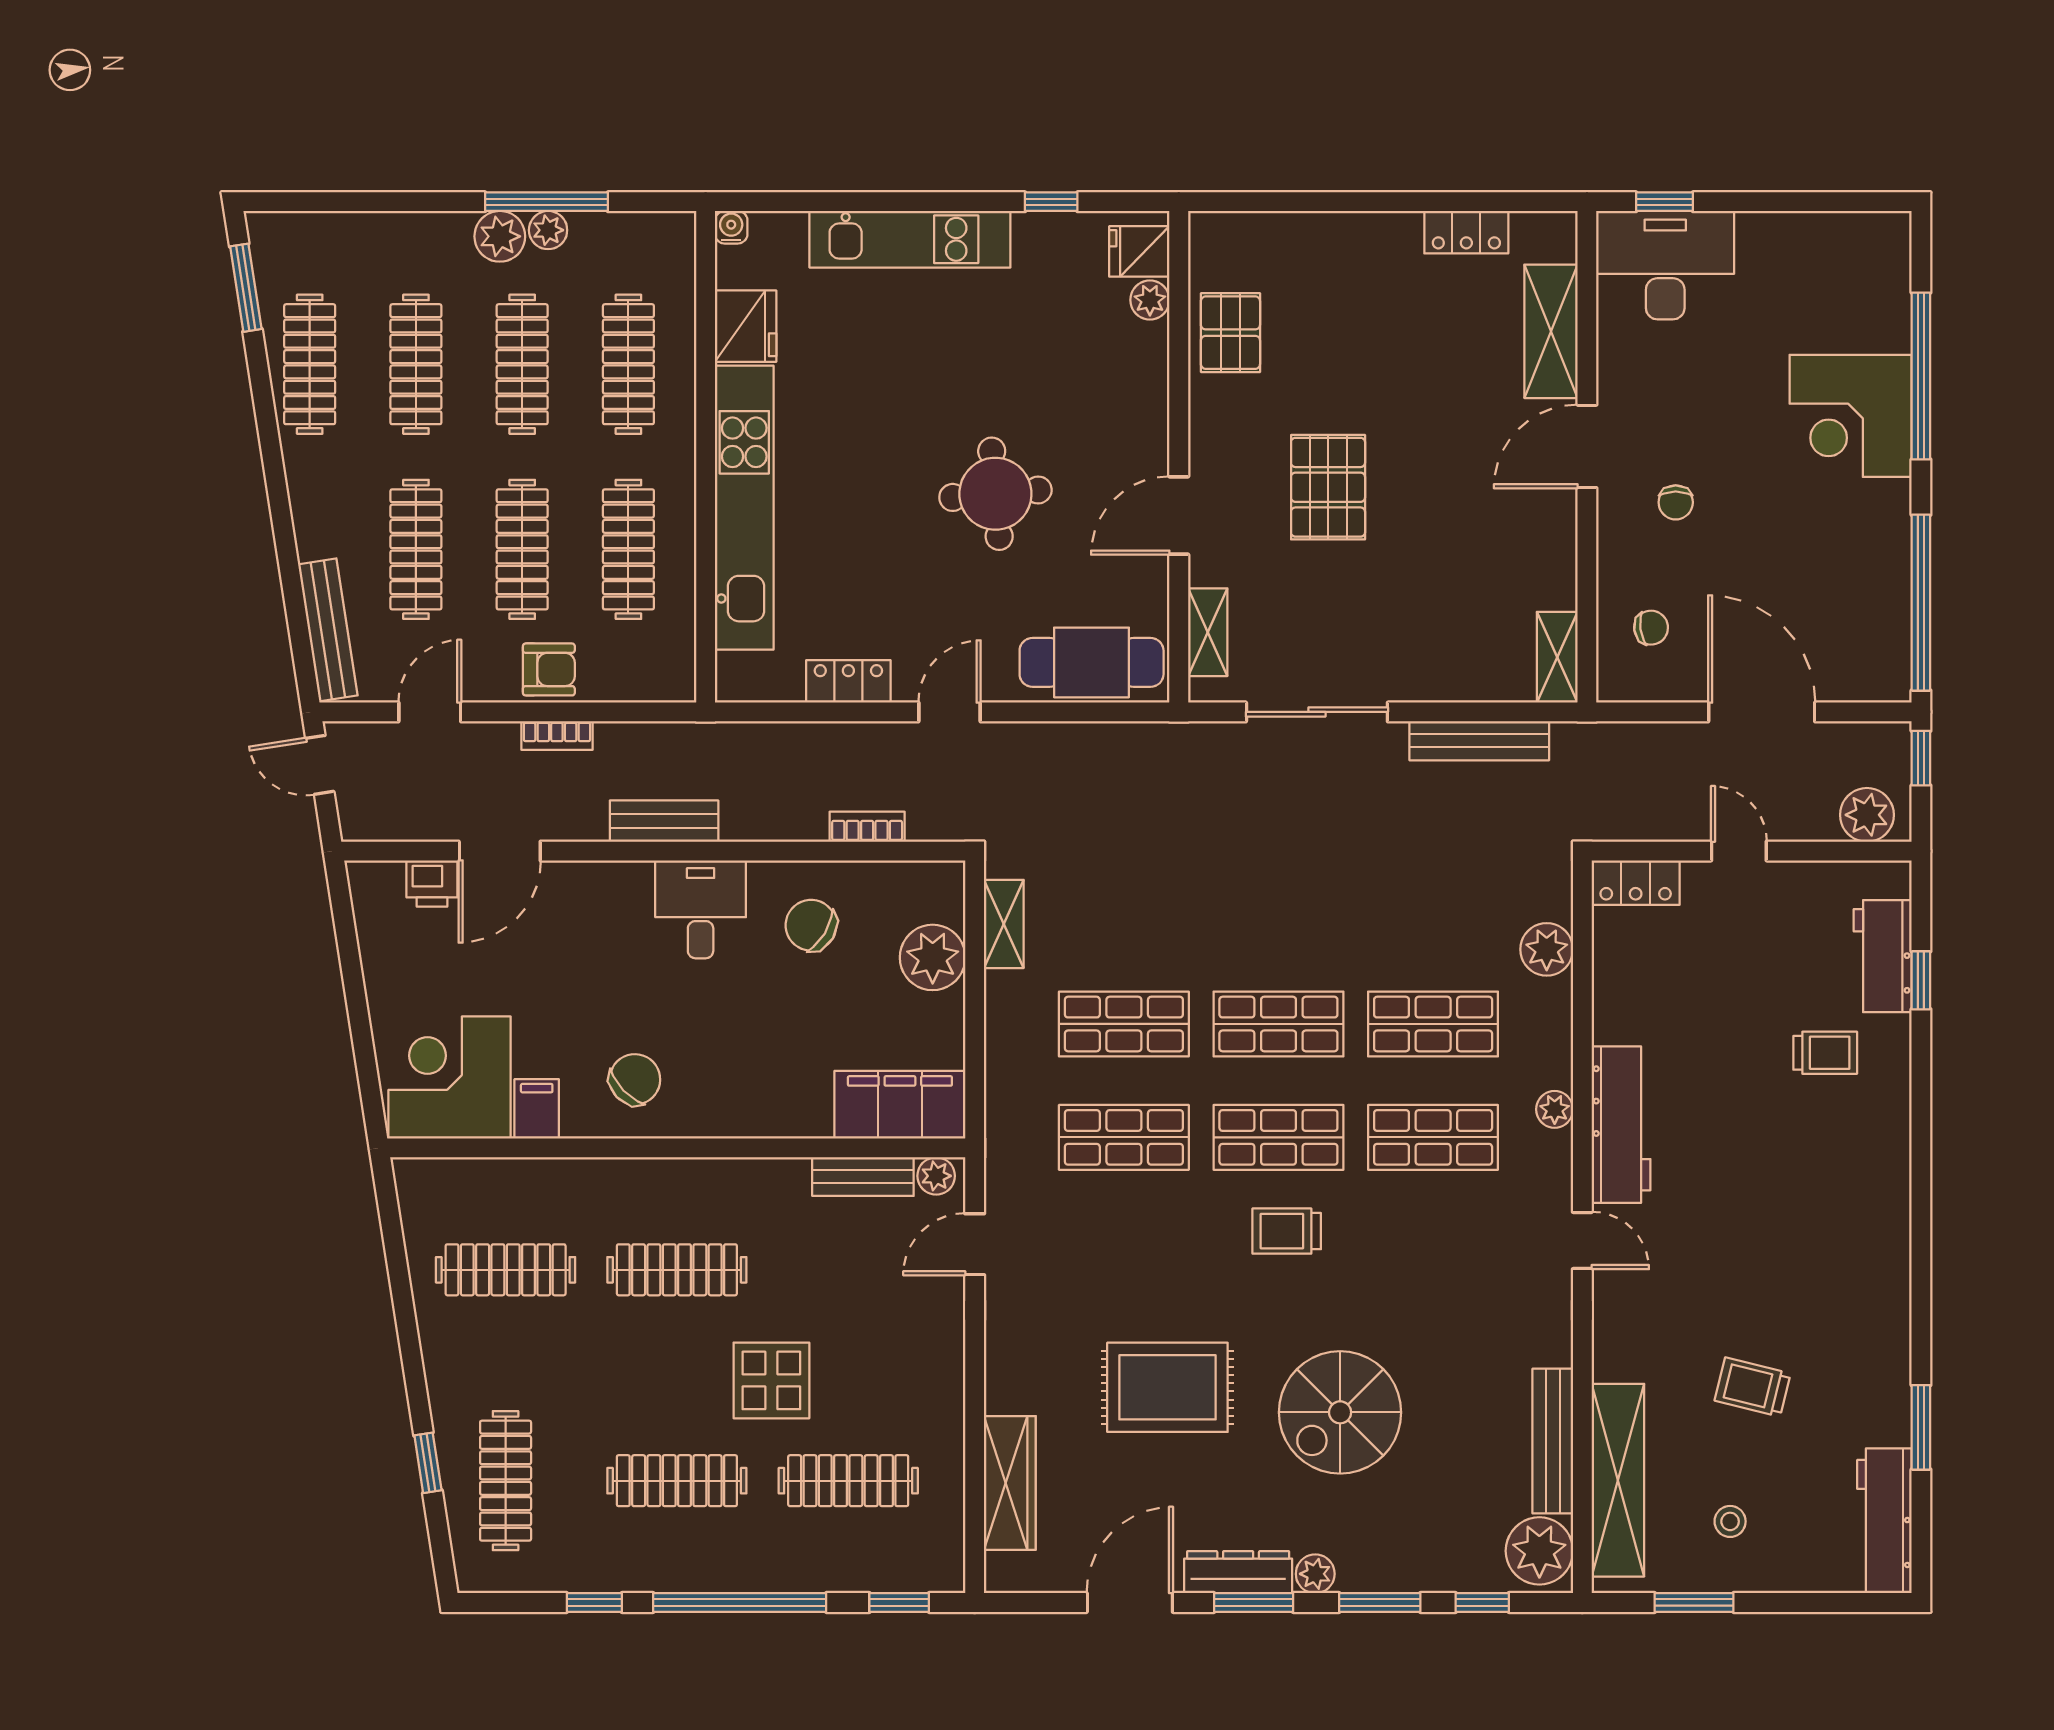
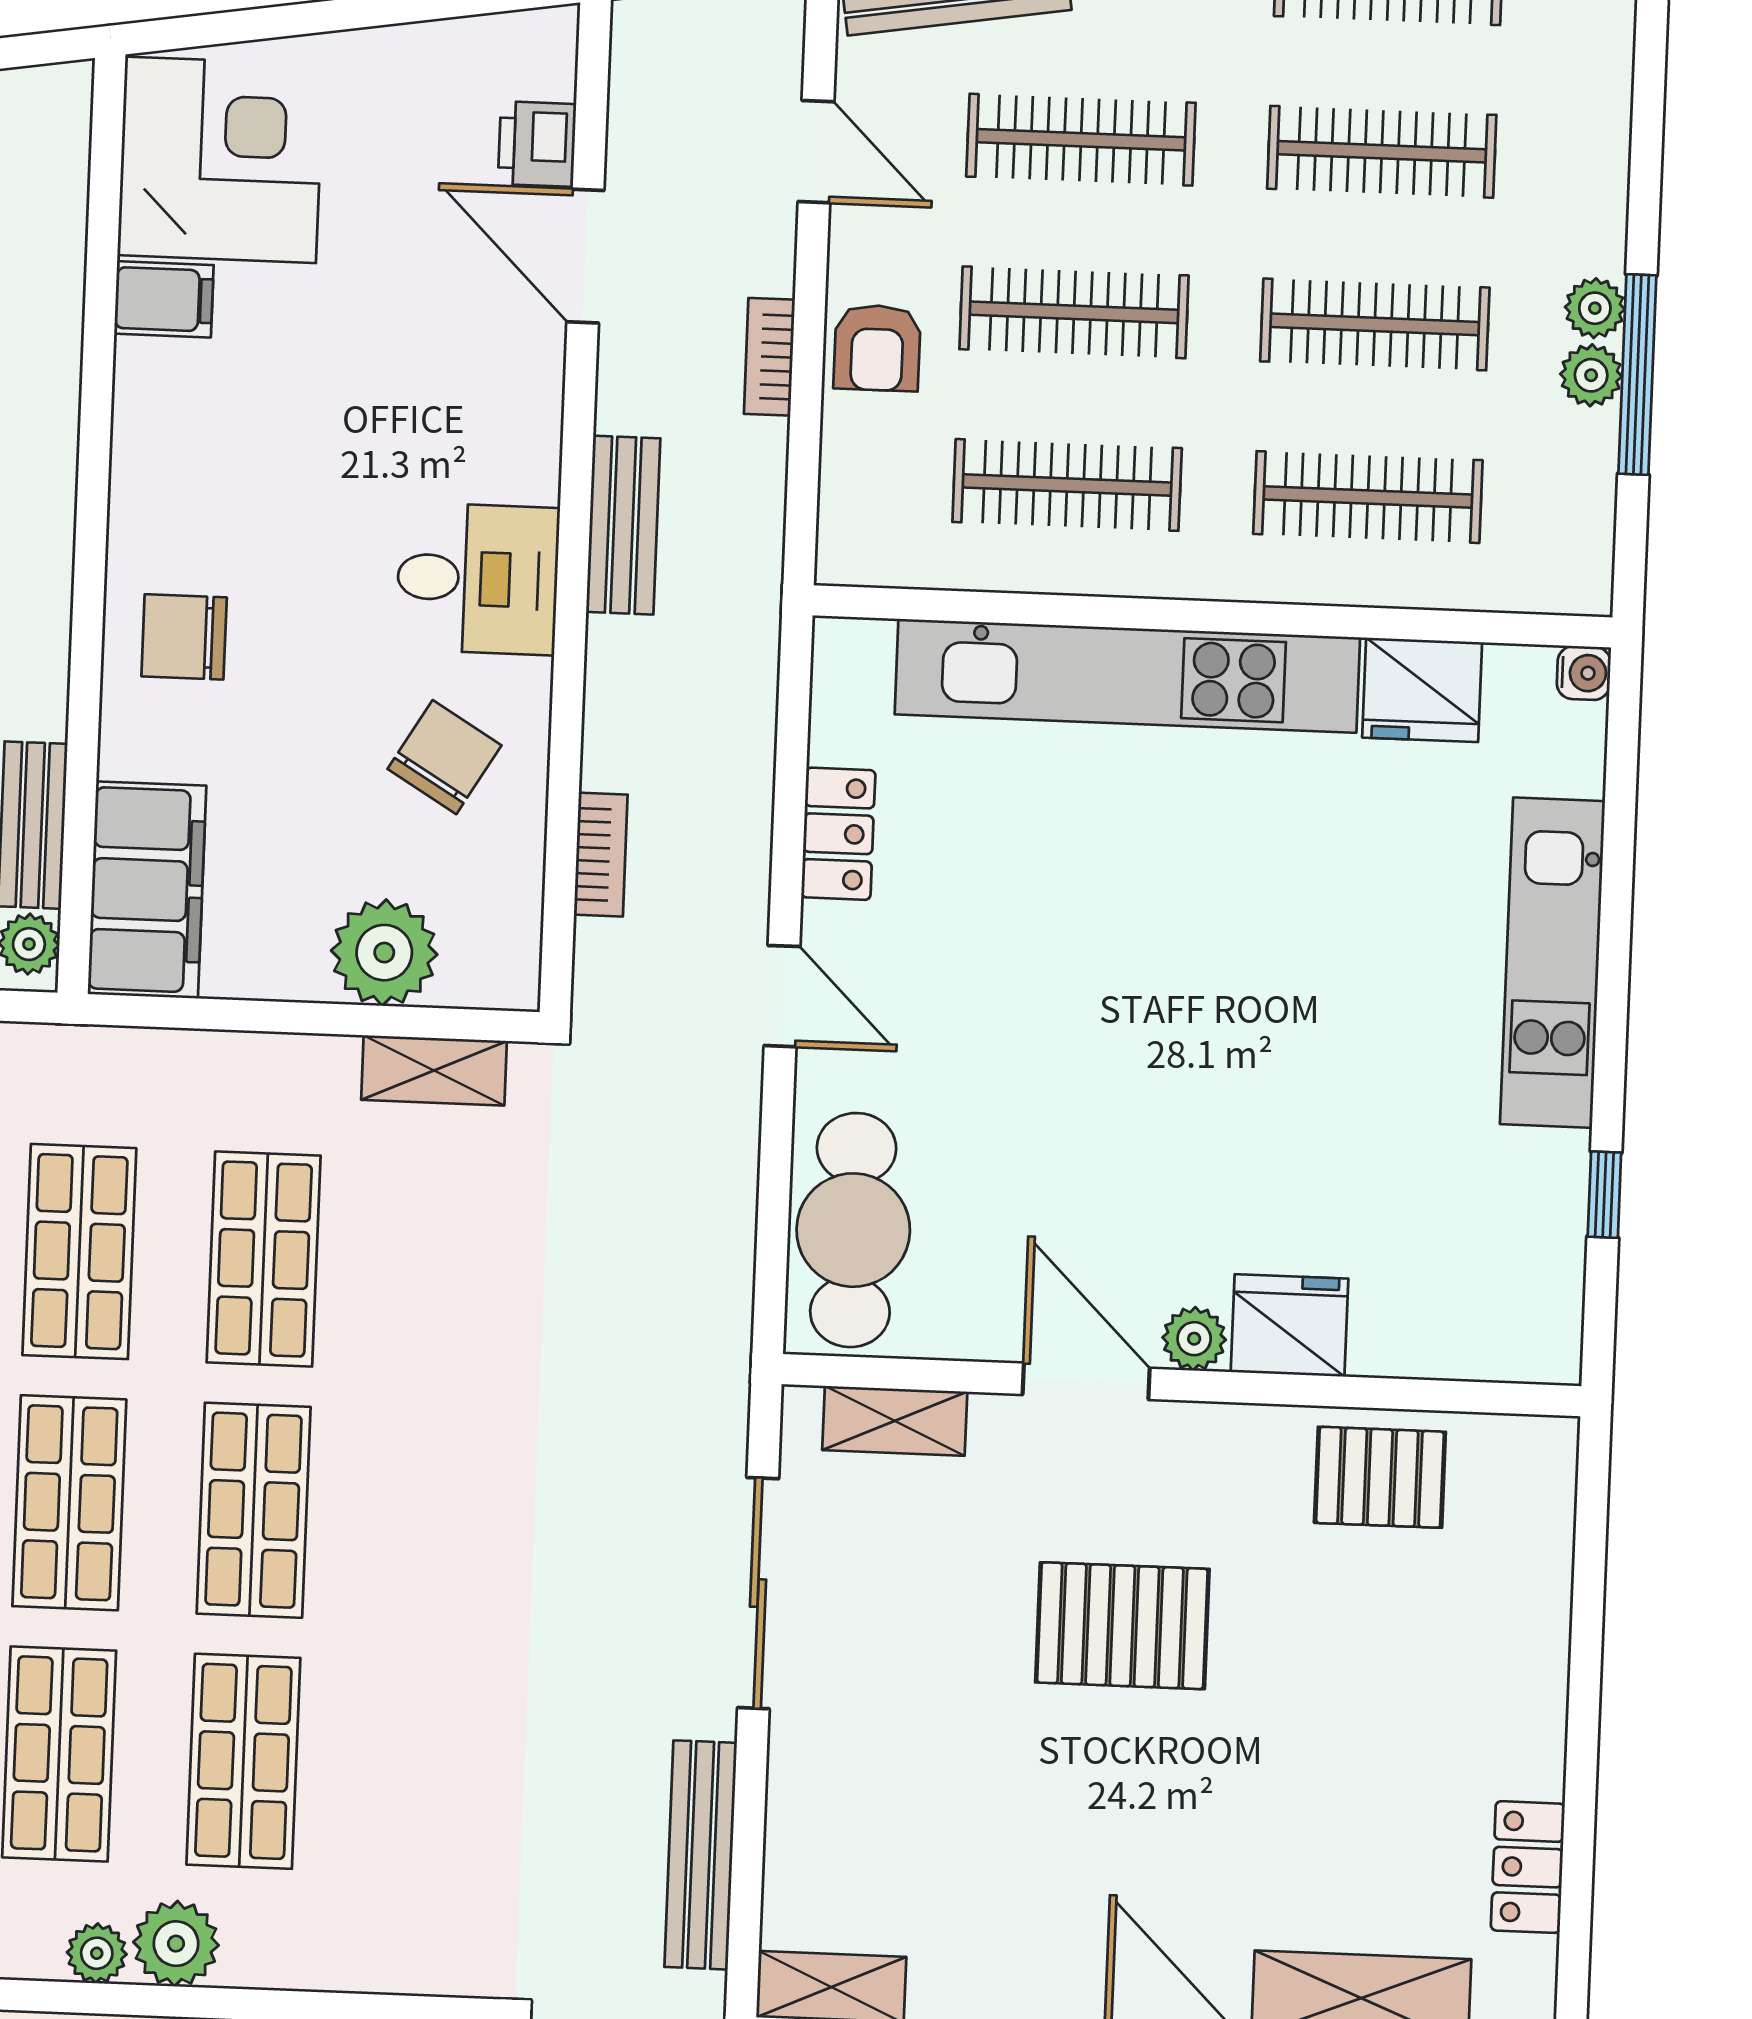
plant: (500, 236) -> (1595, 308), width x0.73, depth x0.73
fridge: (1139, 251) -> (1290, 1325), moved, width x1.38
plant: (1150, 300) -> (1194, 1339), moved
round table: (995, 494) -> (1134, 1085), removed
plant: (1547, 949) -> (176, 1944), moved
chair: (635, 1079) -> (184, 637), moved, turned 134

